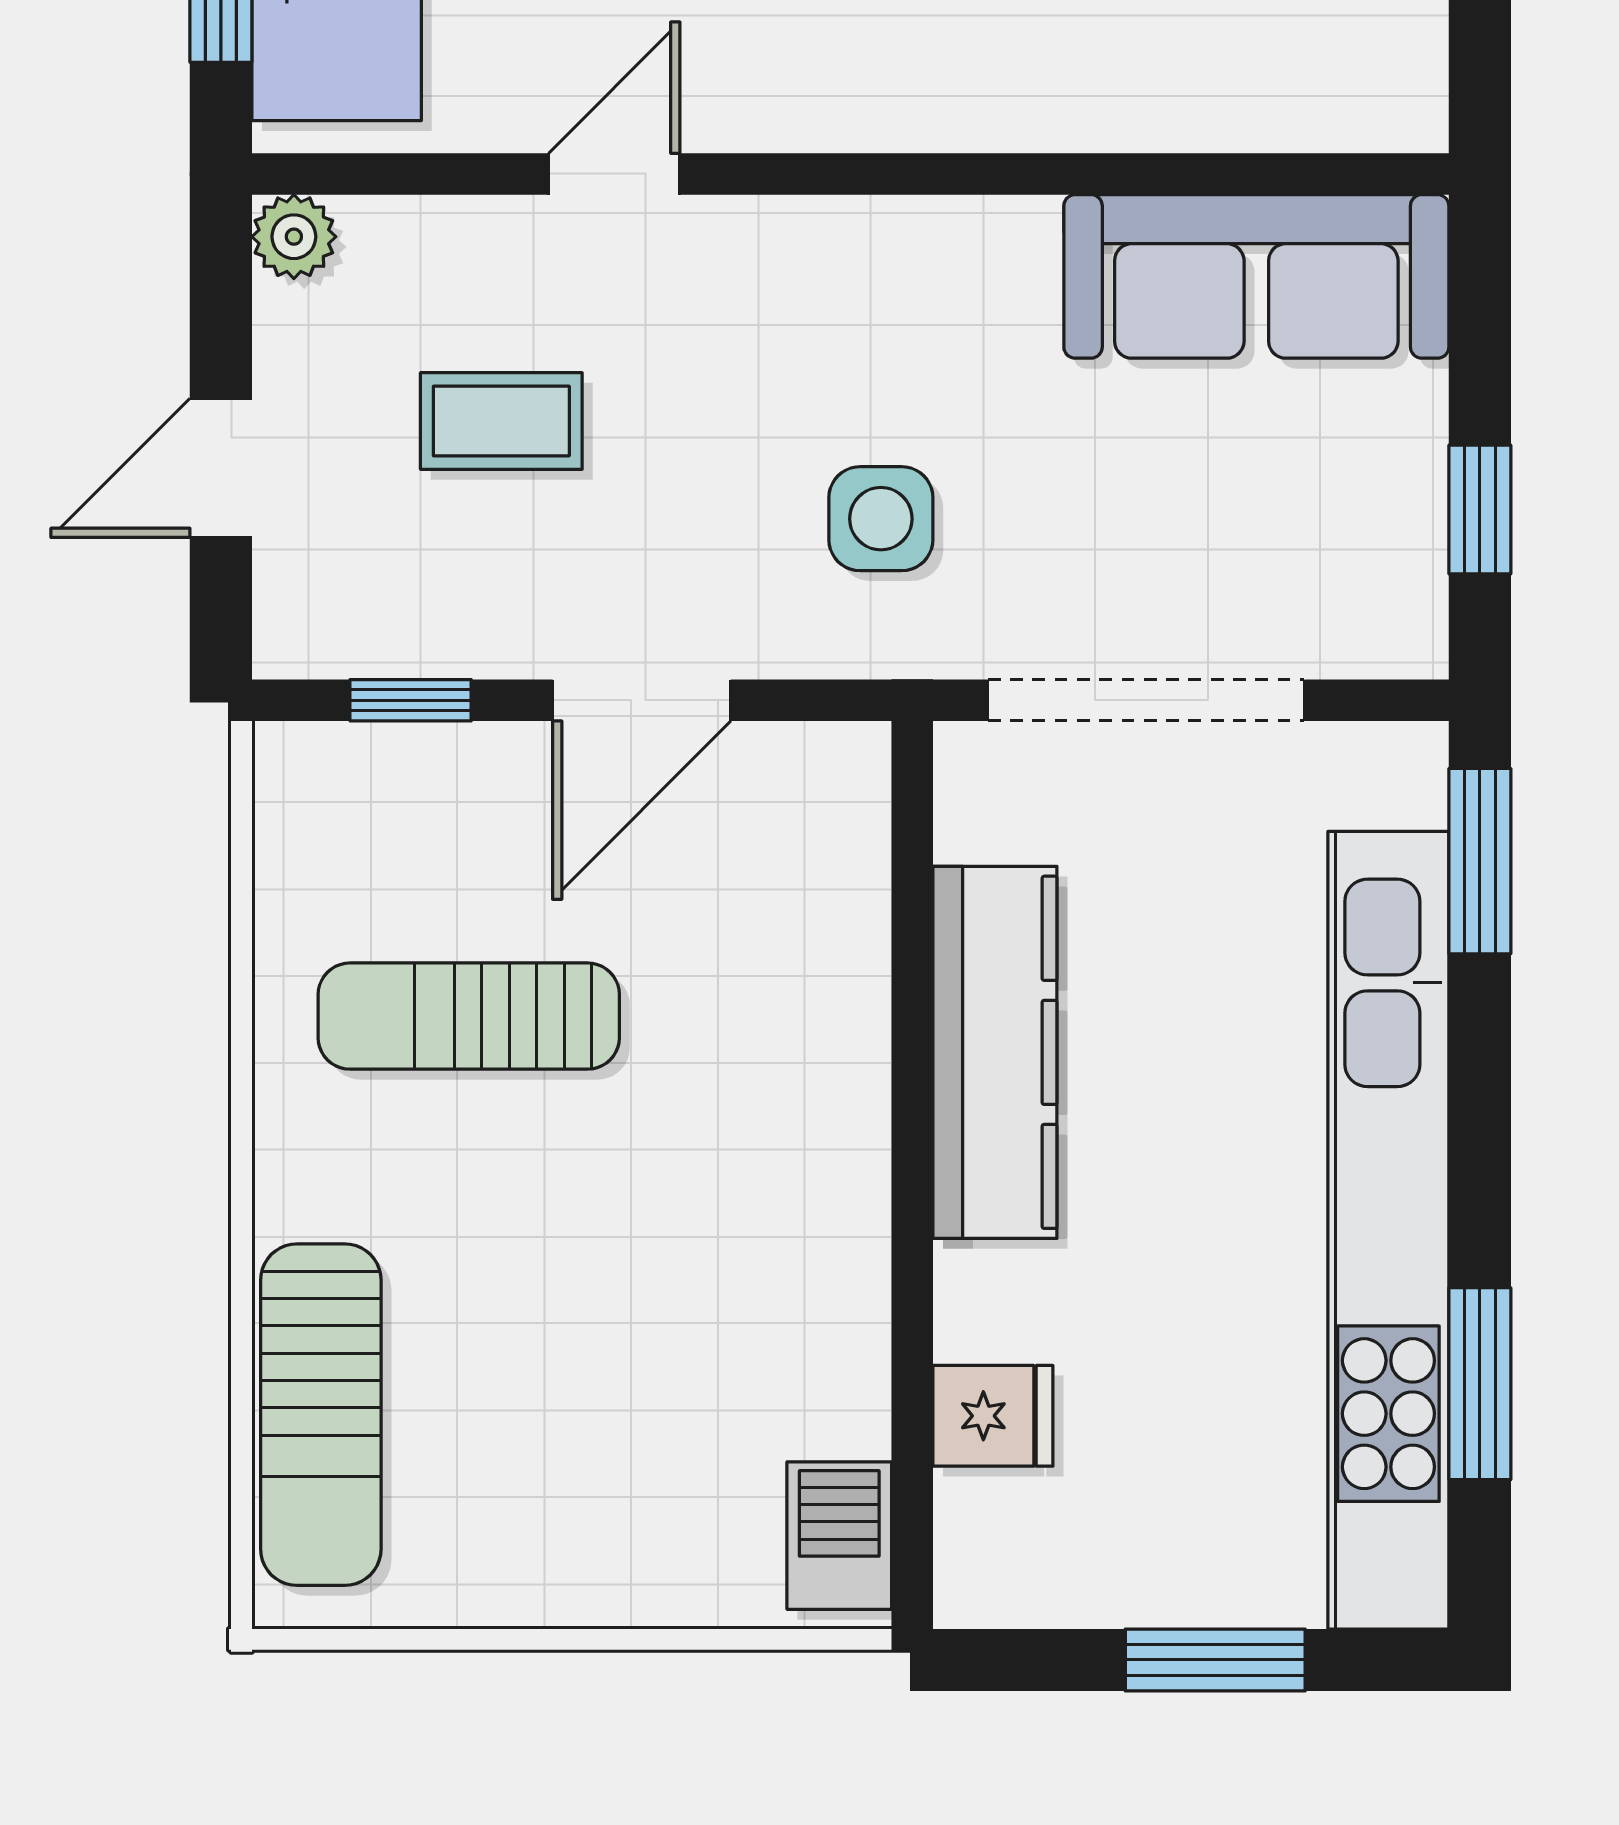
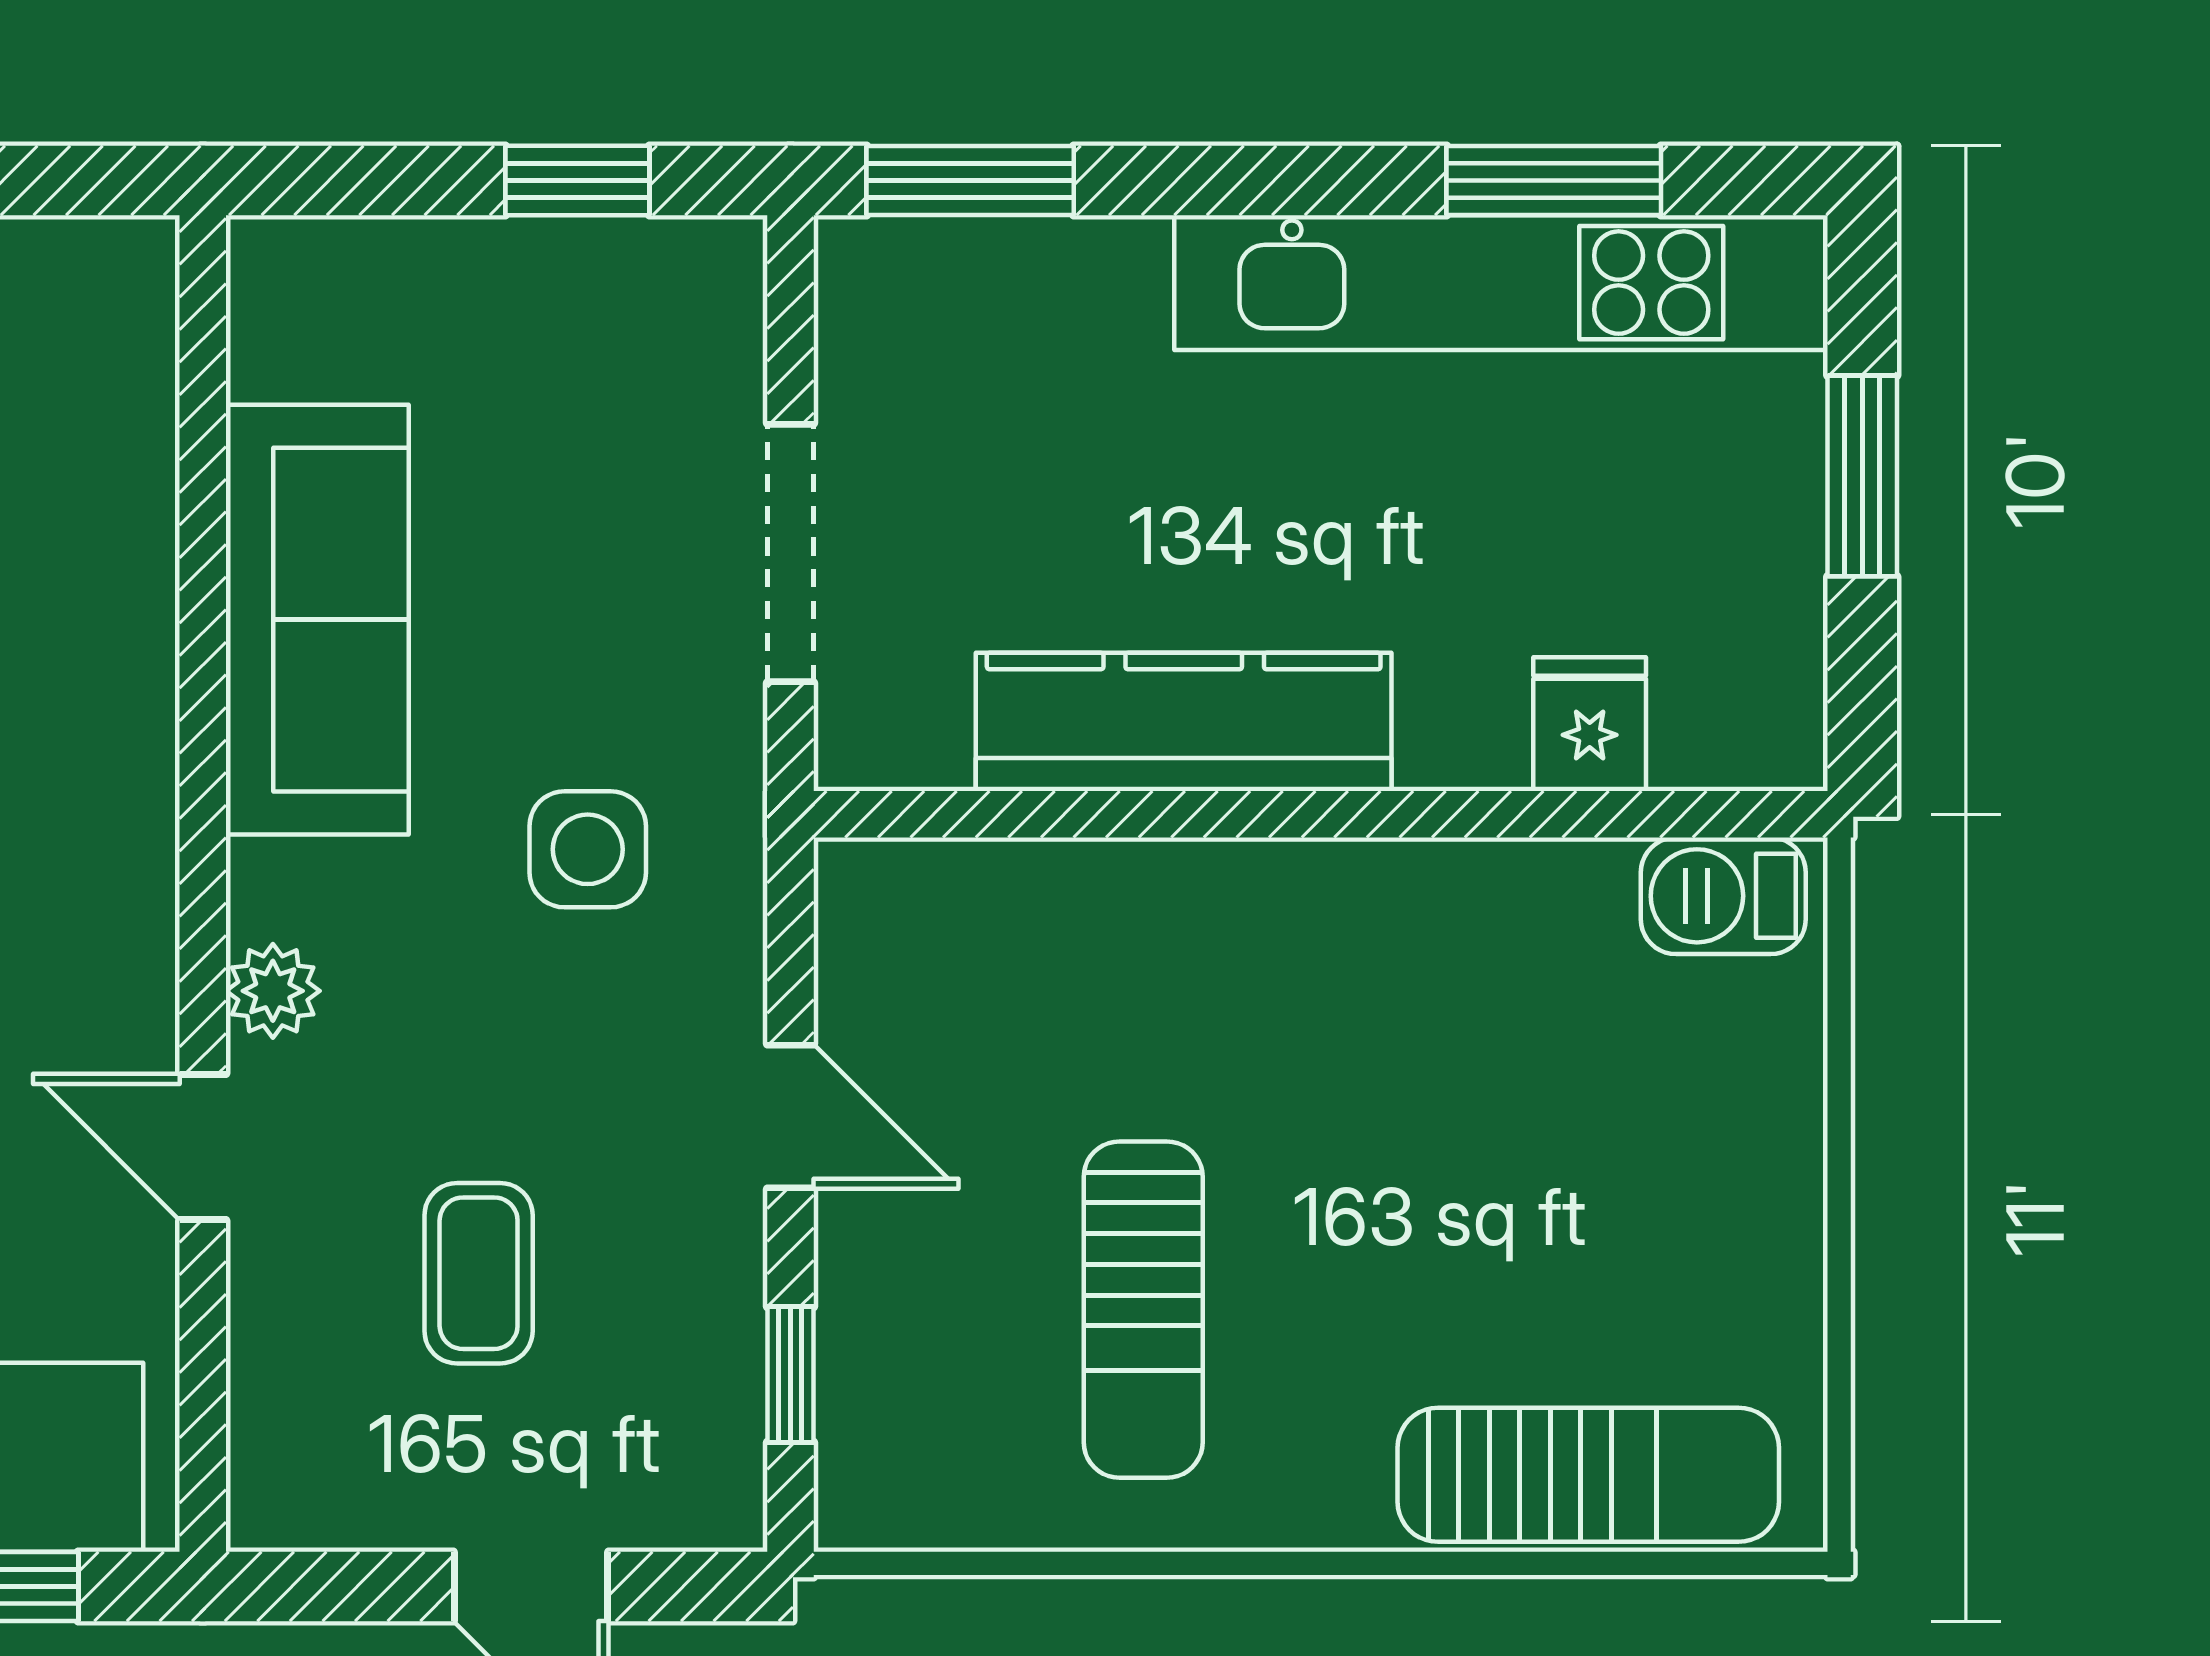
plant: (294, 237) -> (273, 991), moved
sofa: (1256, 276) -> (317, 620), moved
door: (642, 700) -> (790, 1116), width x0.73
doorway: (1146, 700) -> (790, 553), width x0.73
kitchen unit: (1388, 1230) -> (1501, 283), width x0.73

